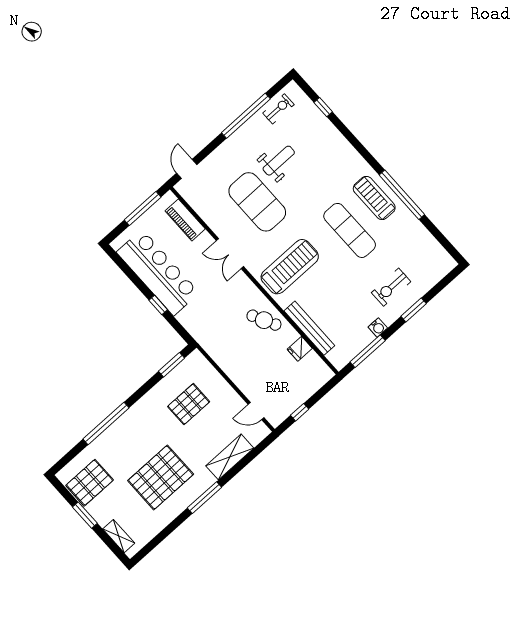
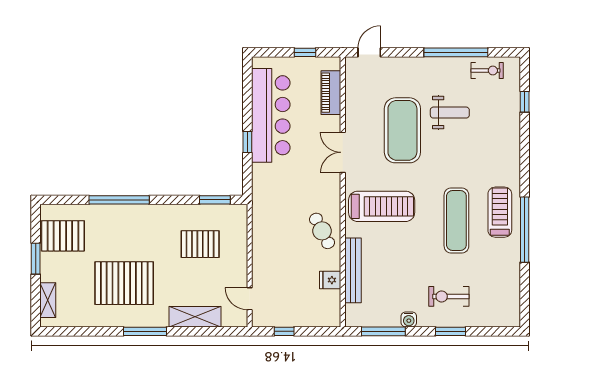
window: (143, 208) -> (305, 52), width x0.46

